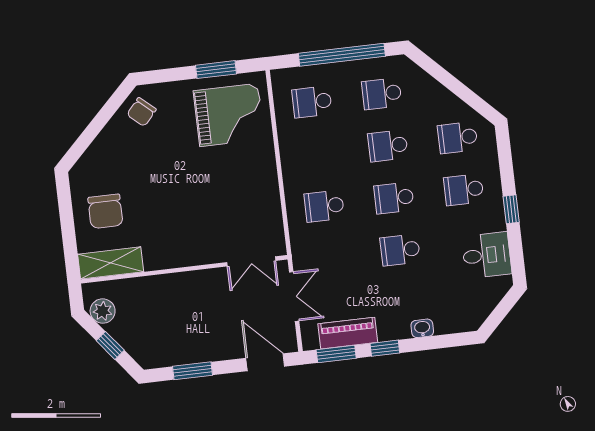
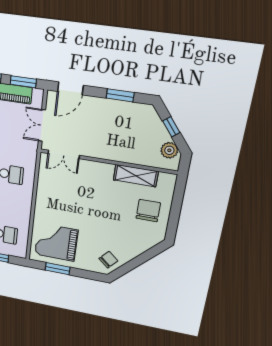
double door: (251, 261) -> (64, 154), swing flipped
shelving: (111, 263) -> (136, 176), moved
door: (265, 362) -> (70, 88), hinge flipped

